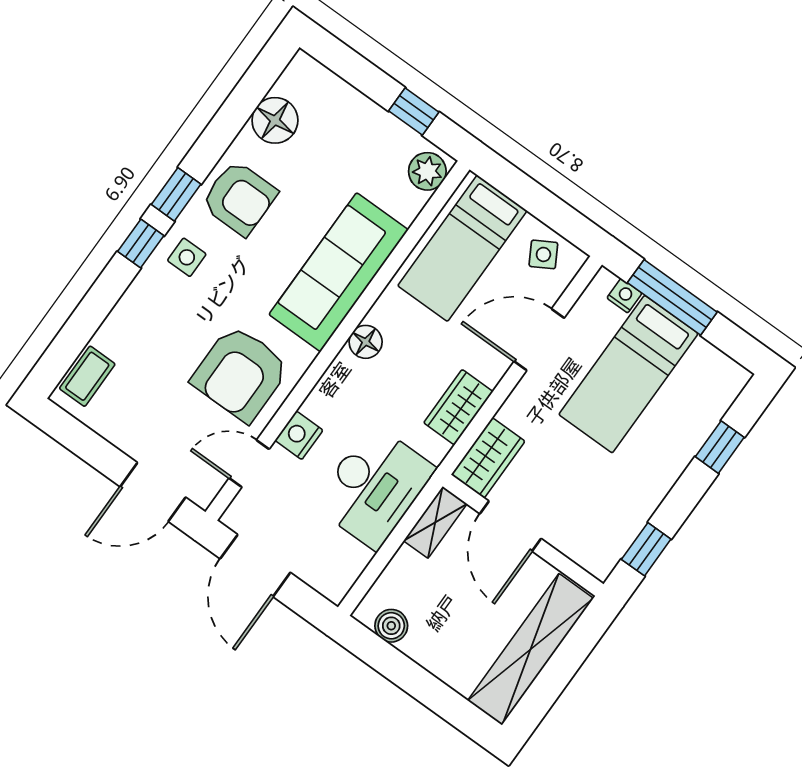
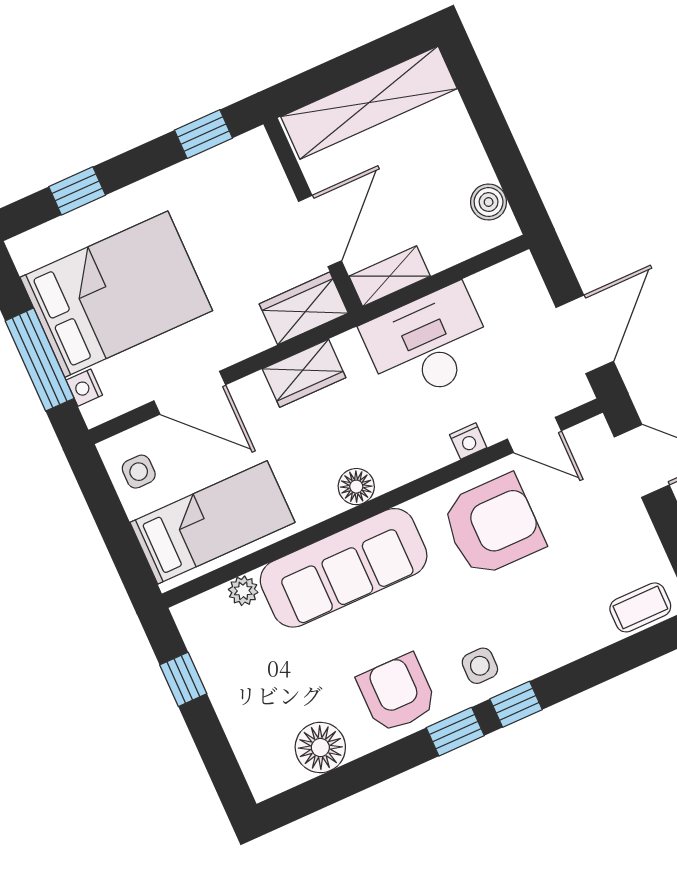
plant: (427, 171) -> (243, 591), moved, width x0.73, depth x0.73
side table: (543, 254) -> (139, 472), turned 30
bed: (628, 374) -> (116, 294), width x1.50
nightstand: (299, 435) -> (468, 441), width x0.72, depth x0.74

